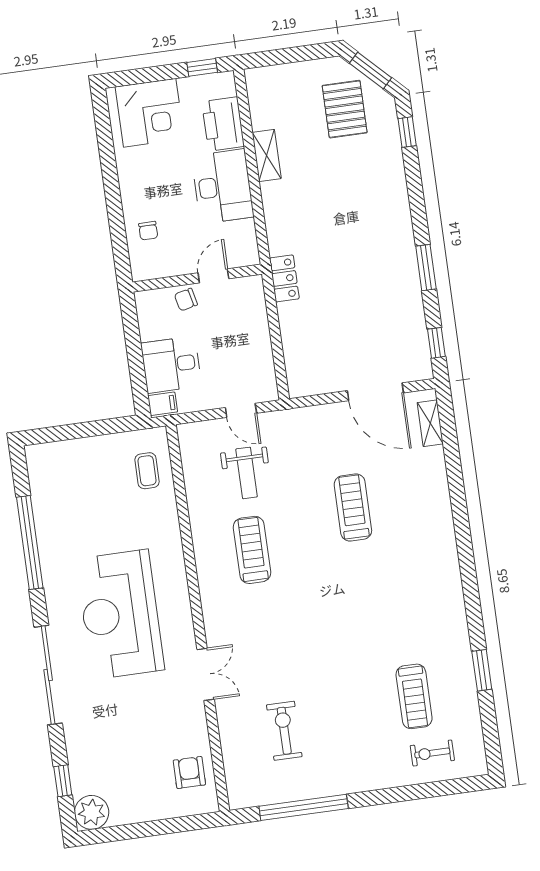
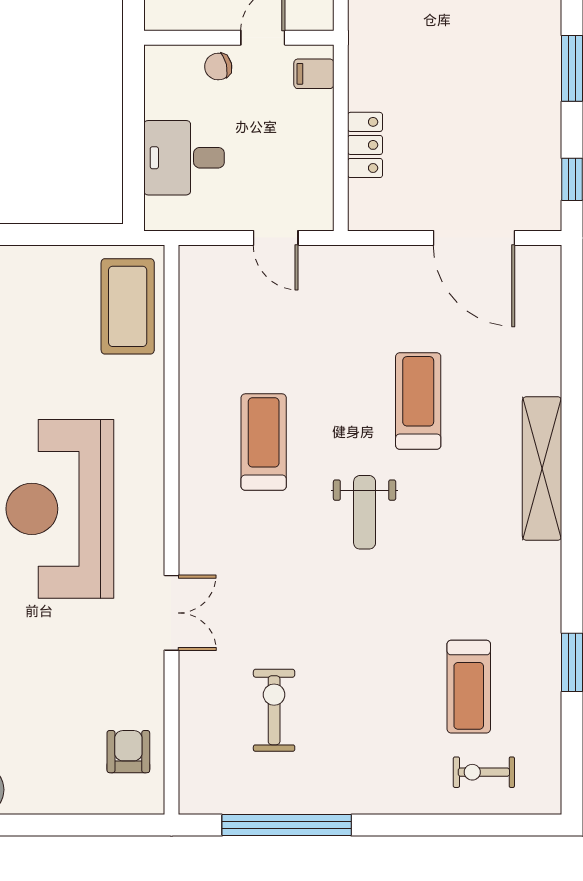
locker: (284, 278) -> (365, 145), moved
filing cabinet: (163, 404) -> (314, 74), moved, turned 180
shelving: (430, 423) -> (542, 468), moved, width x2.20, depth x1.33
coffee table: (147, 471) -> (128, 306), width x1.86, depth x1.72
weight bench: (246, 473) -> (365, 512), moved

